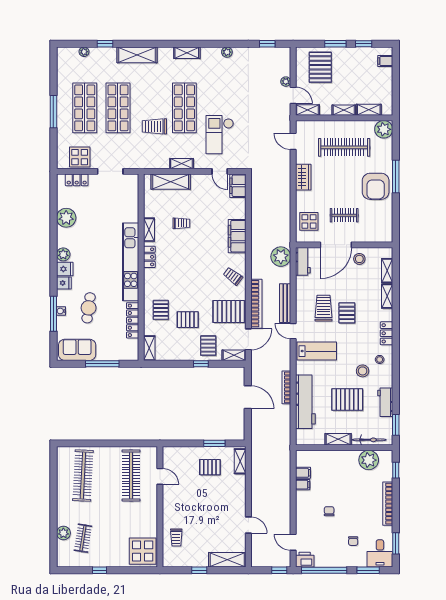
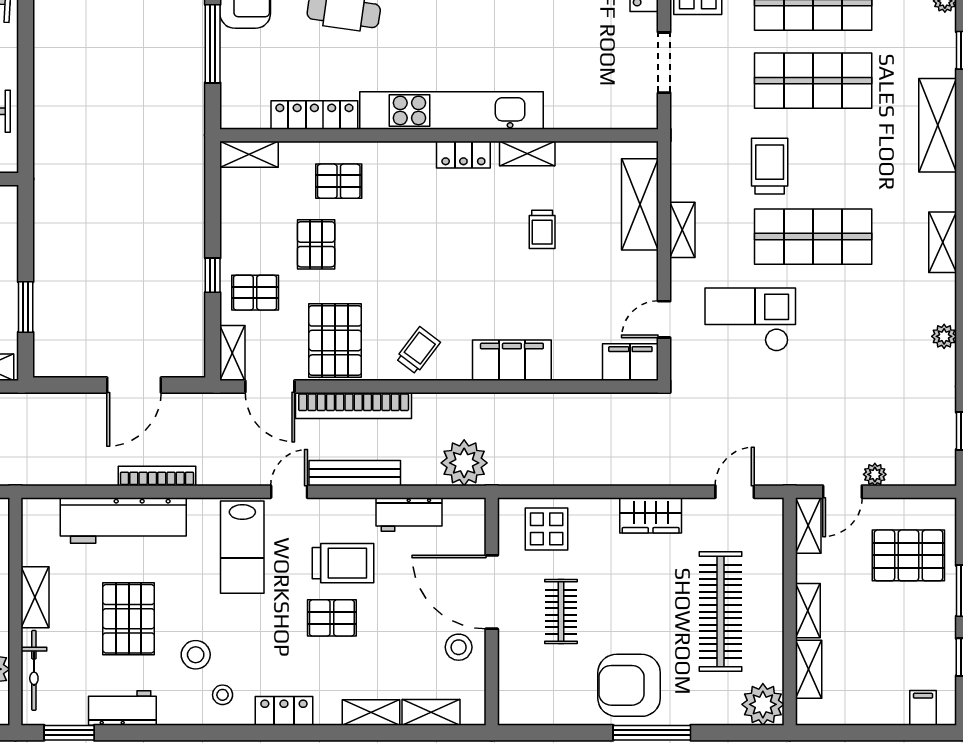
workbench: (303, 261) -> (409, 515), moved

